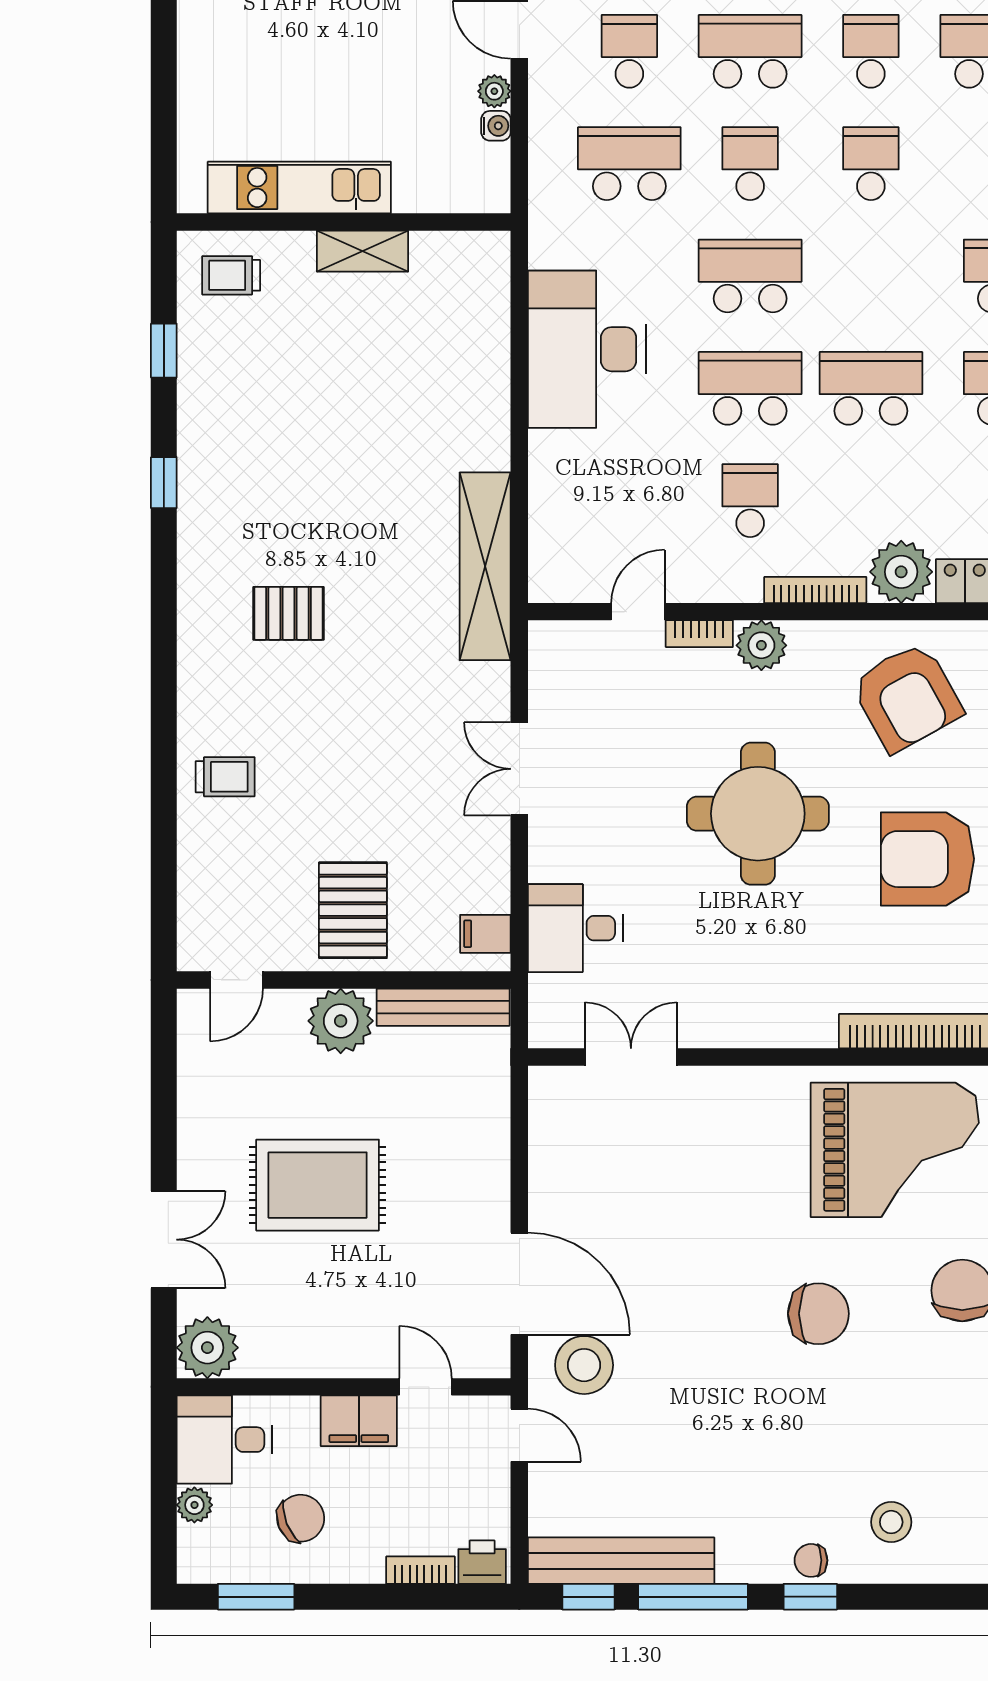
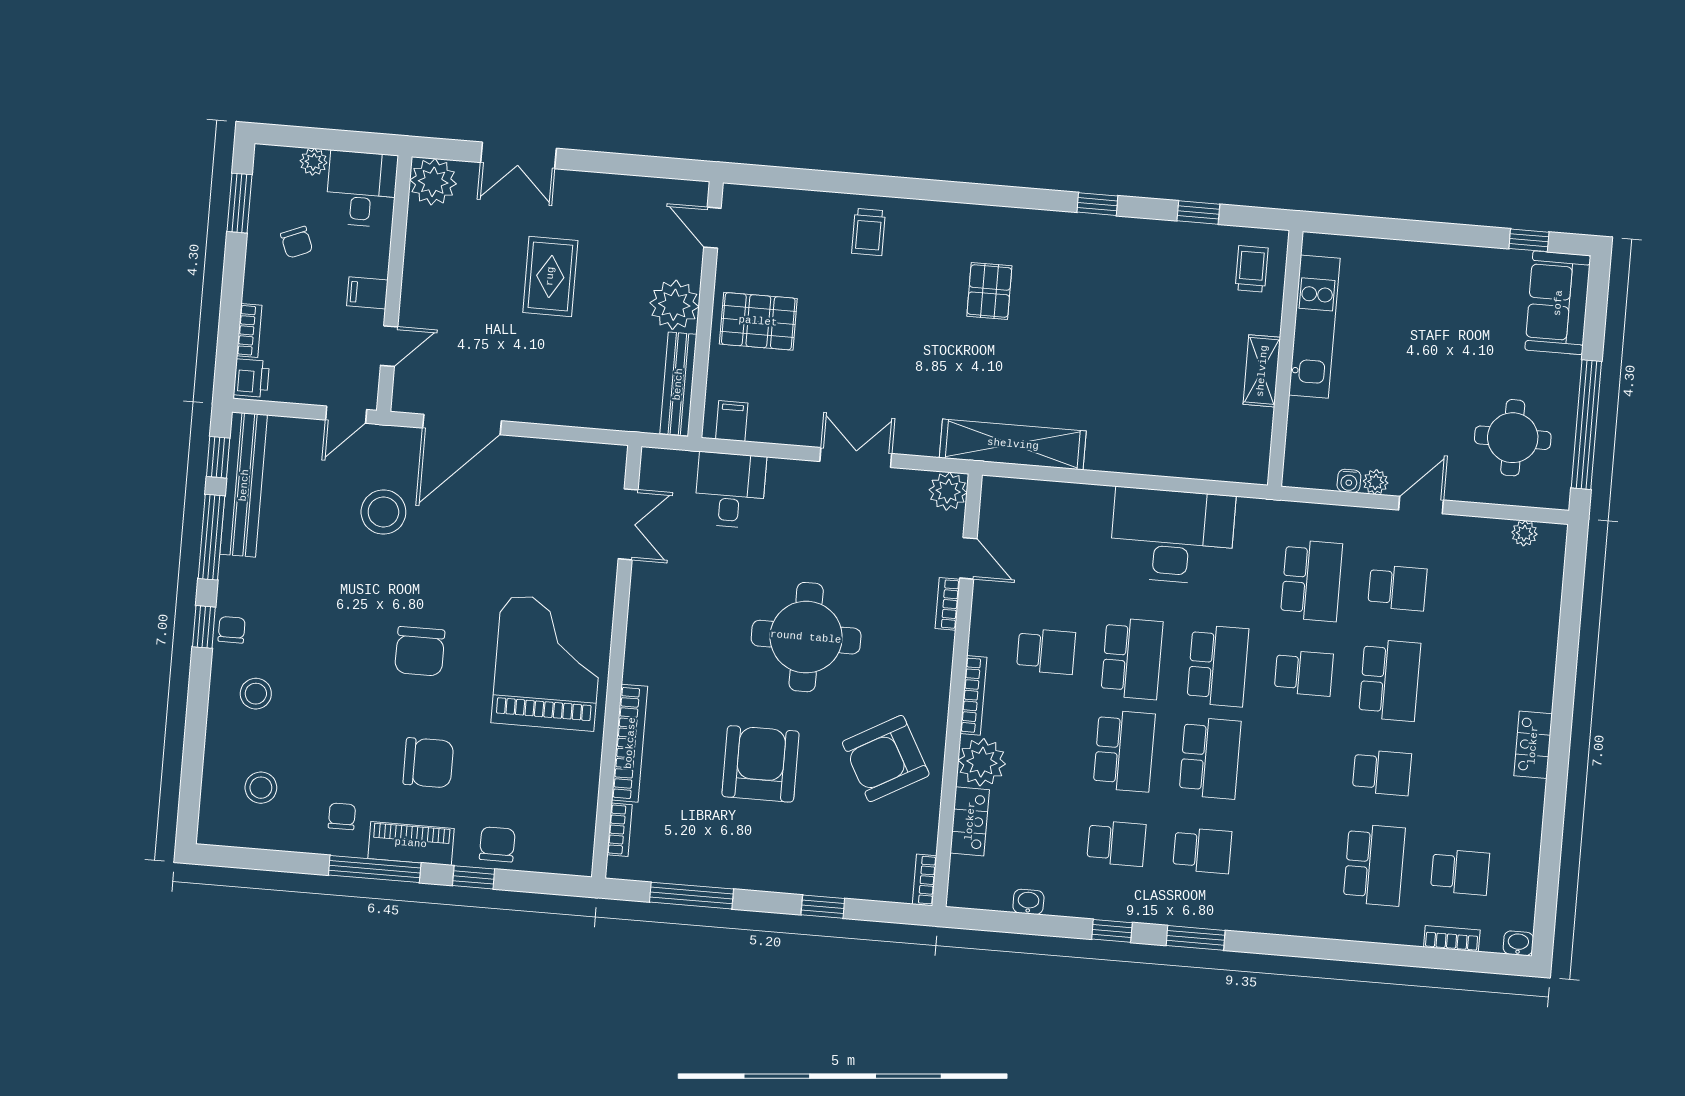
school desk: (871, 164) -> (1210, 758), moved, width x1.85
plant: (761, 645) -> (948, 491), moved
grand piano: (895, 1150) -> (548, 663), moved, turned 180
rug: (318, 1185) -> (550, 276), width x0.73, depth x0.70
stool: (584, 1365) -> (383, 512), moved
filing cabinet: (359, 1421) -> (367, 293), width x0.50
chair: (301, 1518) -> (297, 242), width x0.73, depth x0.73

